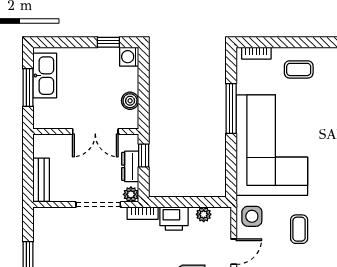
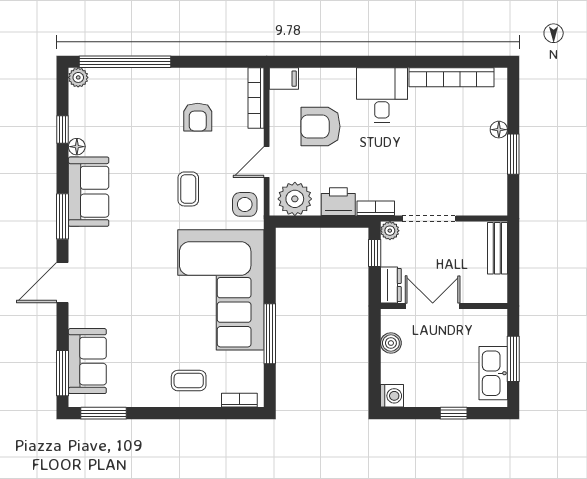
window: (108, 42) -> (454, 413), moved
window: (144, 155) -> (375, 253), moved
dresser: (130, 166) -> (391, 285), moved
plant: (204, 214) -> (295, 199), width x1.87, depth x1.87

